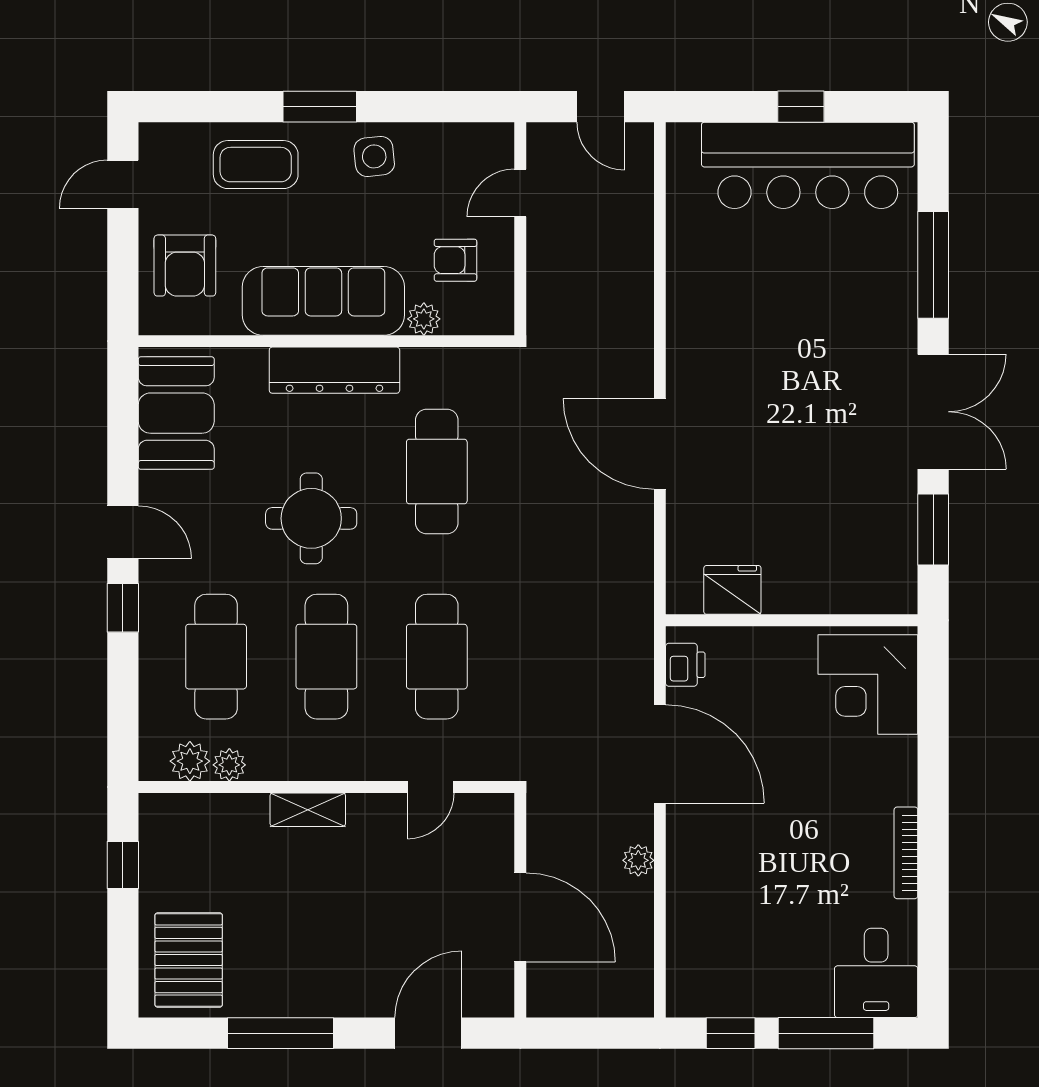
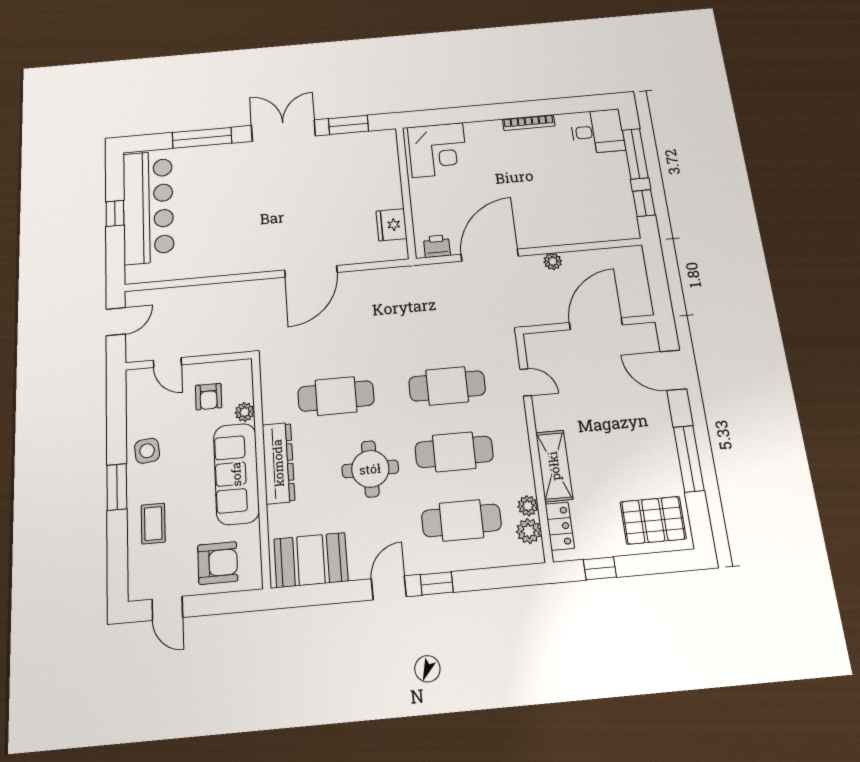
coffee table: (256, 165) -> (153, 524), width x0.73, depth x0.77
shelving: (308, 810) -> (554, 466), width x1.50, depth x1.33
locker: (193, 811) -> (560, 526), added

